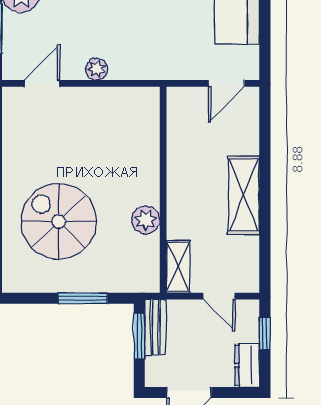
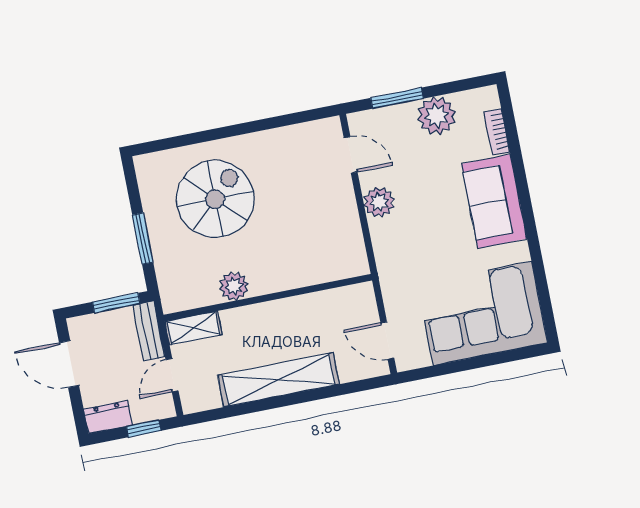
plant: (97, 69) -> (379, 202), width x1.38, depth x1.38
shelving: (244, 195) -> (279, 380), width x1.47
bench: (155, 327) -> (149, 331), moved, turned 90

